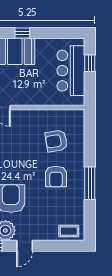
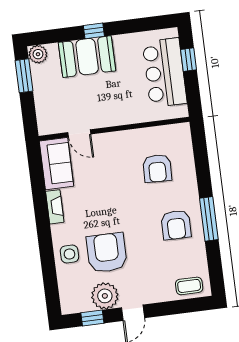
armchair: (56, 141) -> (157, 168), turned -79
armchair: (56, 177) -> (176, 225), moved

